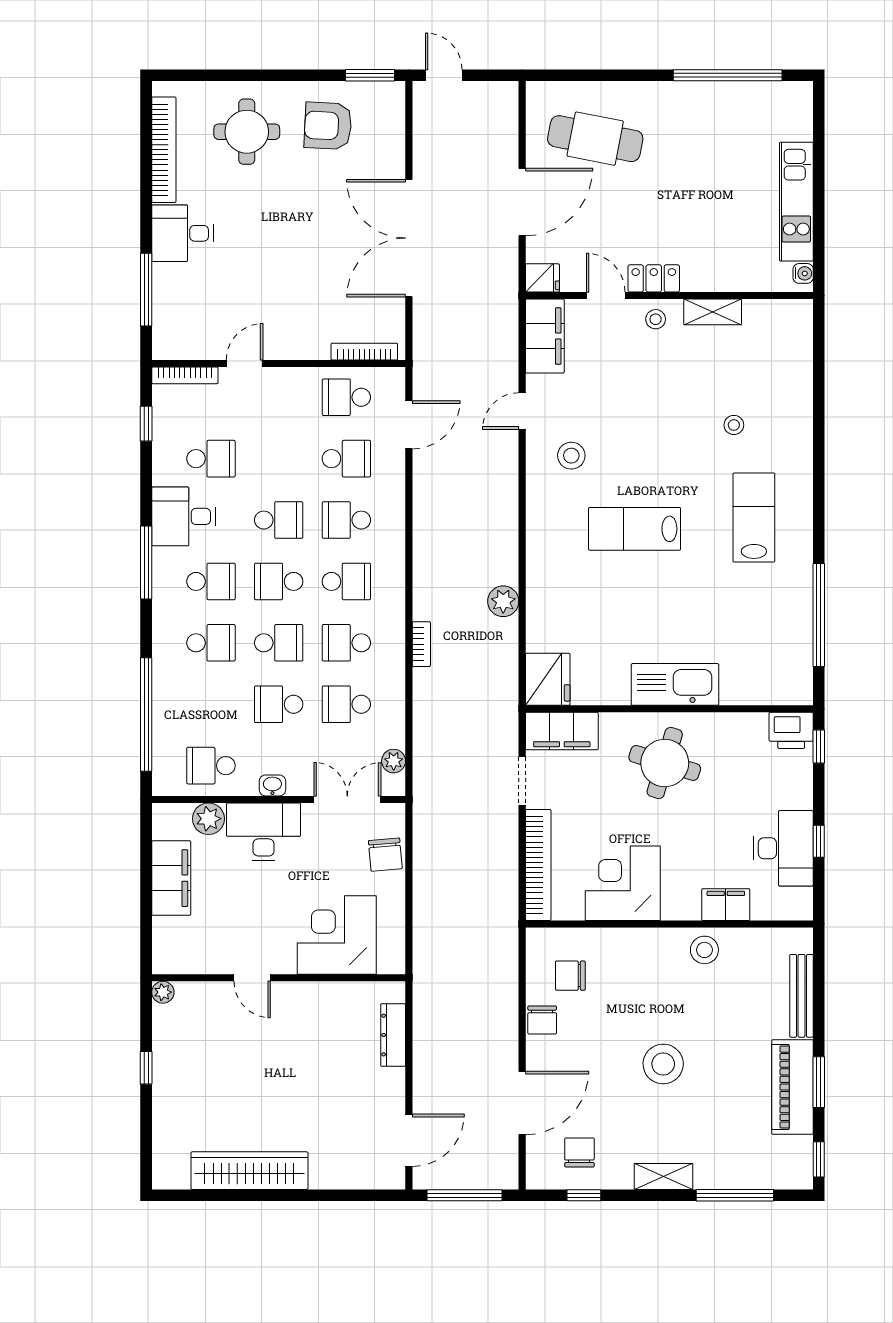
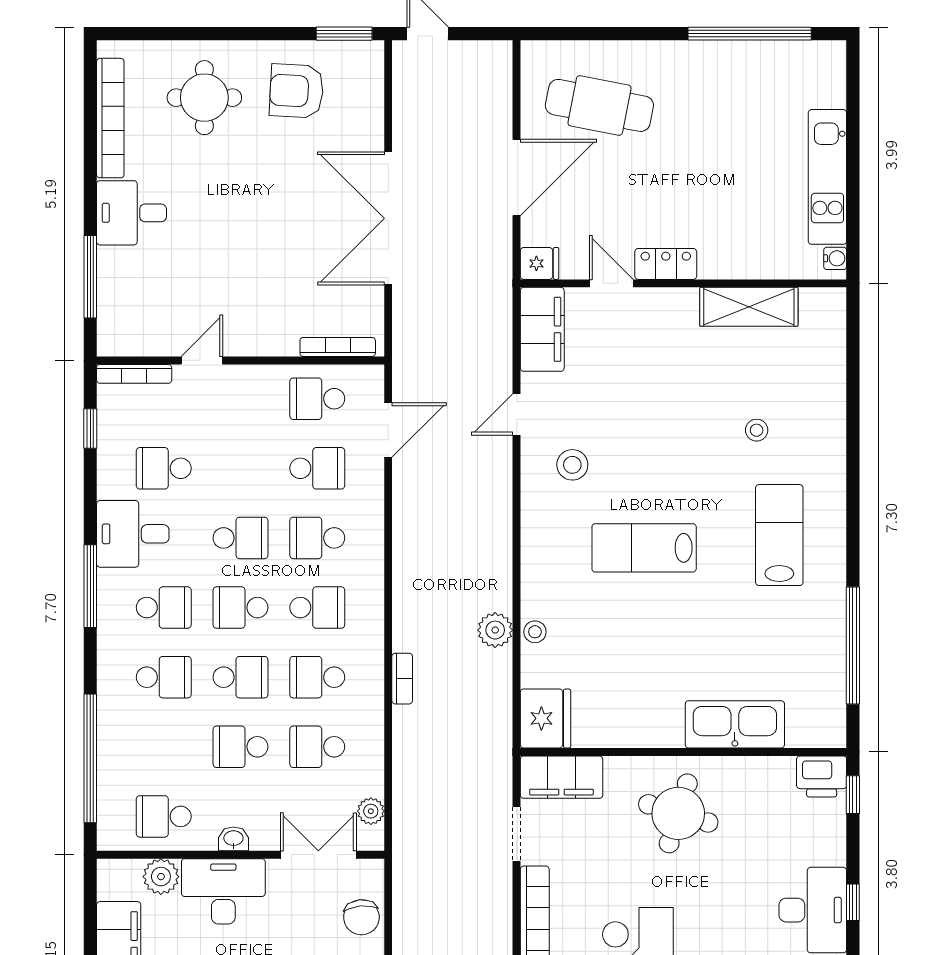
shelving: (713, 312) -> (749, 307), width x1.50, depth x1.33
stool: (656, 319) -> (535, 632), moved
school desk: (211, 459) -> (164, 468), turned 180
kitchen sink: (675, 684) -> (735, 724), moved

